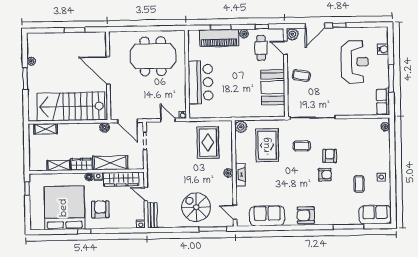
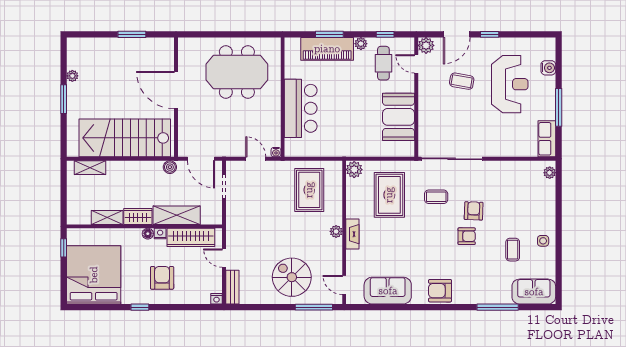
coffee table: (301, 76) -> (462, 81), moved
bed: (64, 208) -> (94, 275), moved

